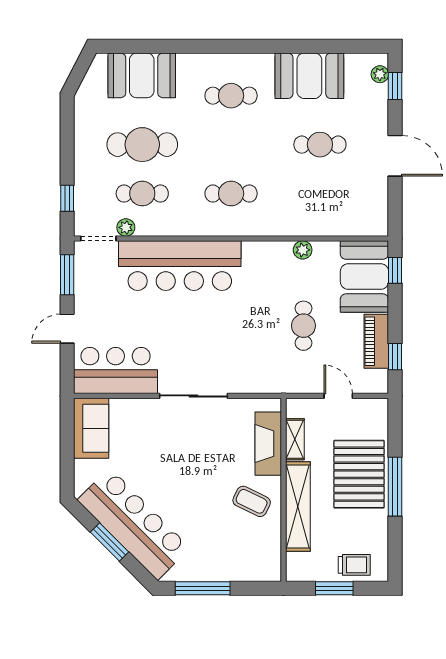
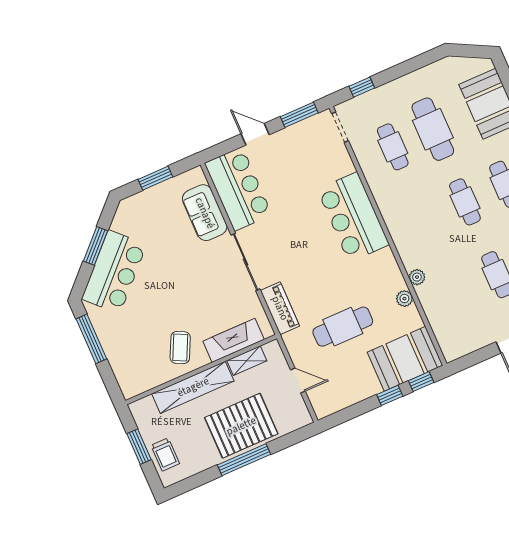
cafe table: (231, 194) -> (465, 202), moved
plant: (126, 227) -> (417, 277), moved
bar counter: (180, 266) -> (353, 217), width x0.73
cafe table: (303, 326) -> (343, 327), width x1.37, depth x1.35
piano: (376, 341) -> (280, 308), moved, turned 90
window: (395, 357) -> (390, 395), moved
door: (338, 396) -> (298, 380), hinge flipped
sofa: (91, 428) -> (205, 213), moved, turned 90
window: (67, 450) -> (155, 178), added
bar counter: (134, 524) -> (114, 272), width x0.73

